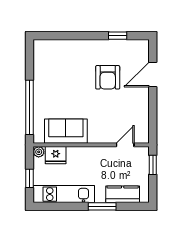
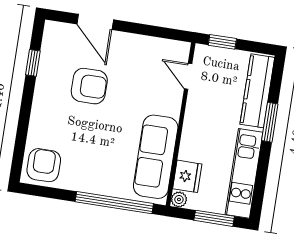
armchair: (48, 54) -> (44, 165), added
sofa: (66, 131) -> (156, 157), width x1.36
window: (29, 178) -> (214, 218), width x1.50
kitchen counter: (123, 194) -> (257, 91), width x1.50

